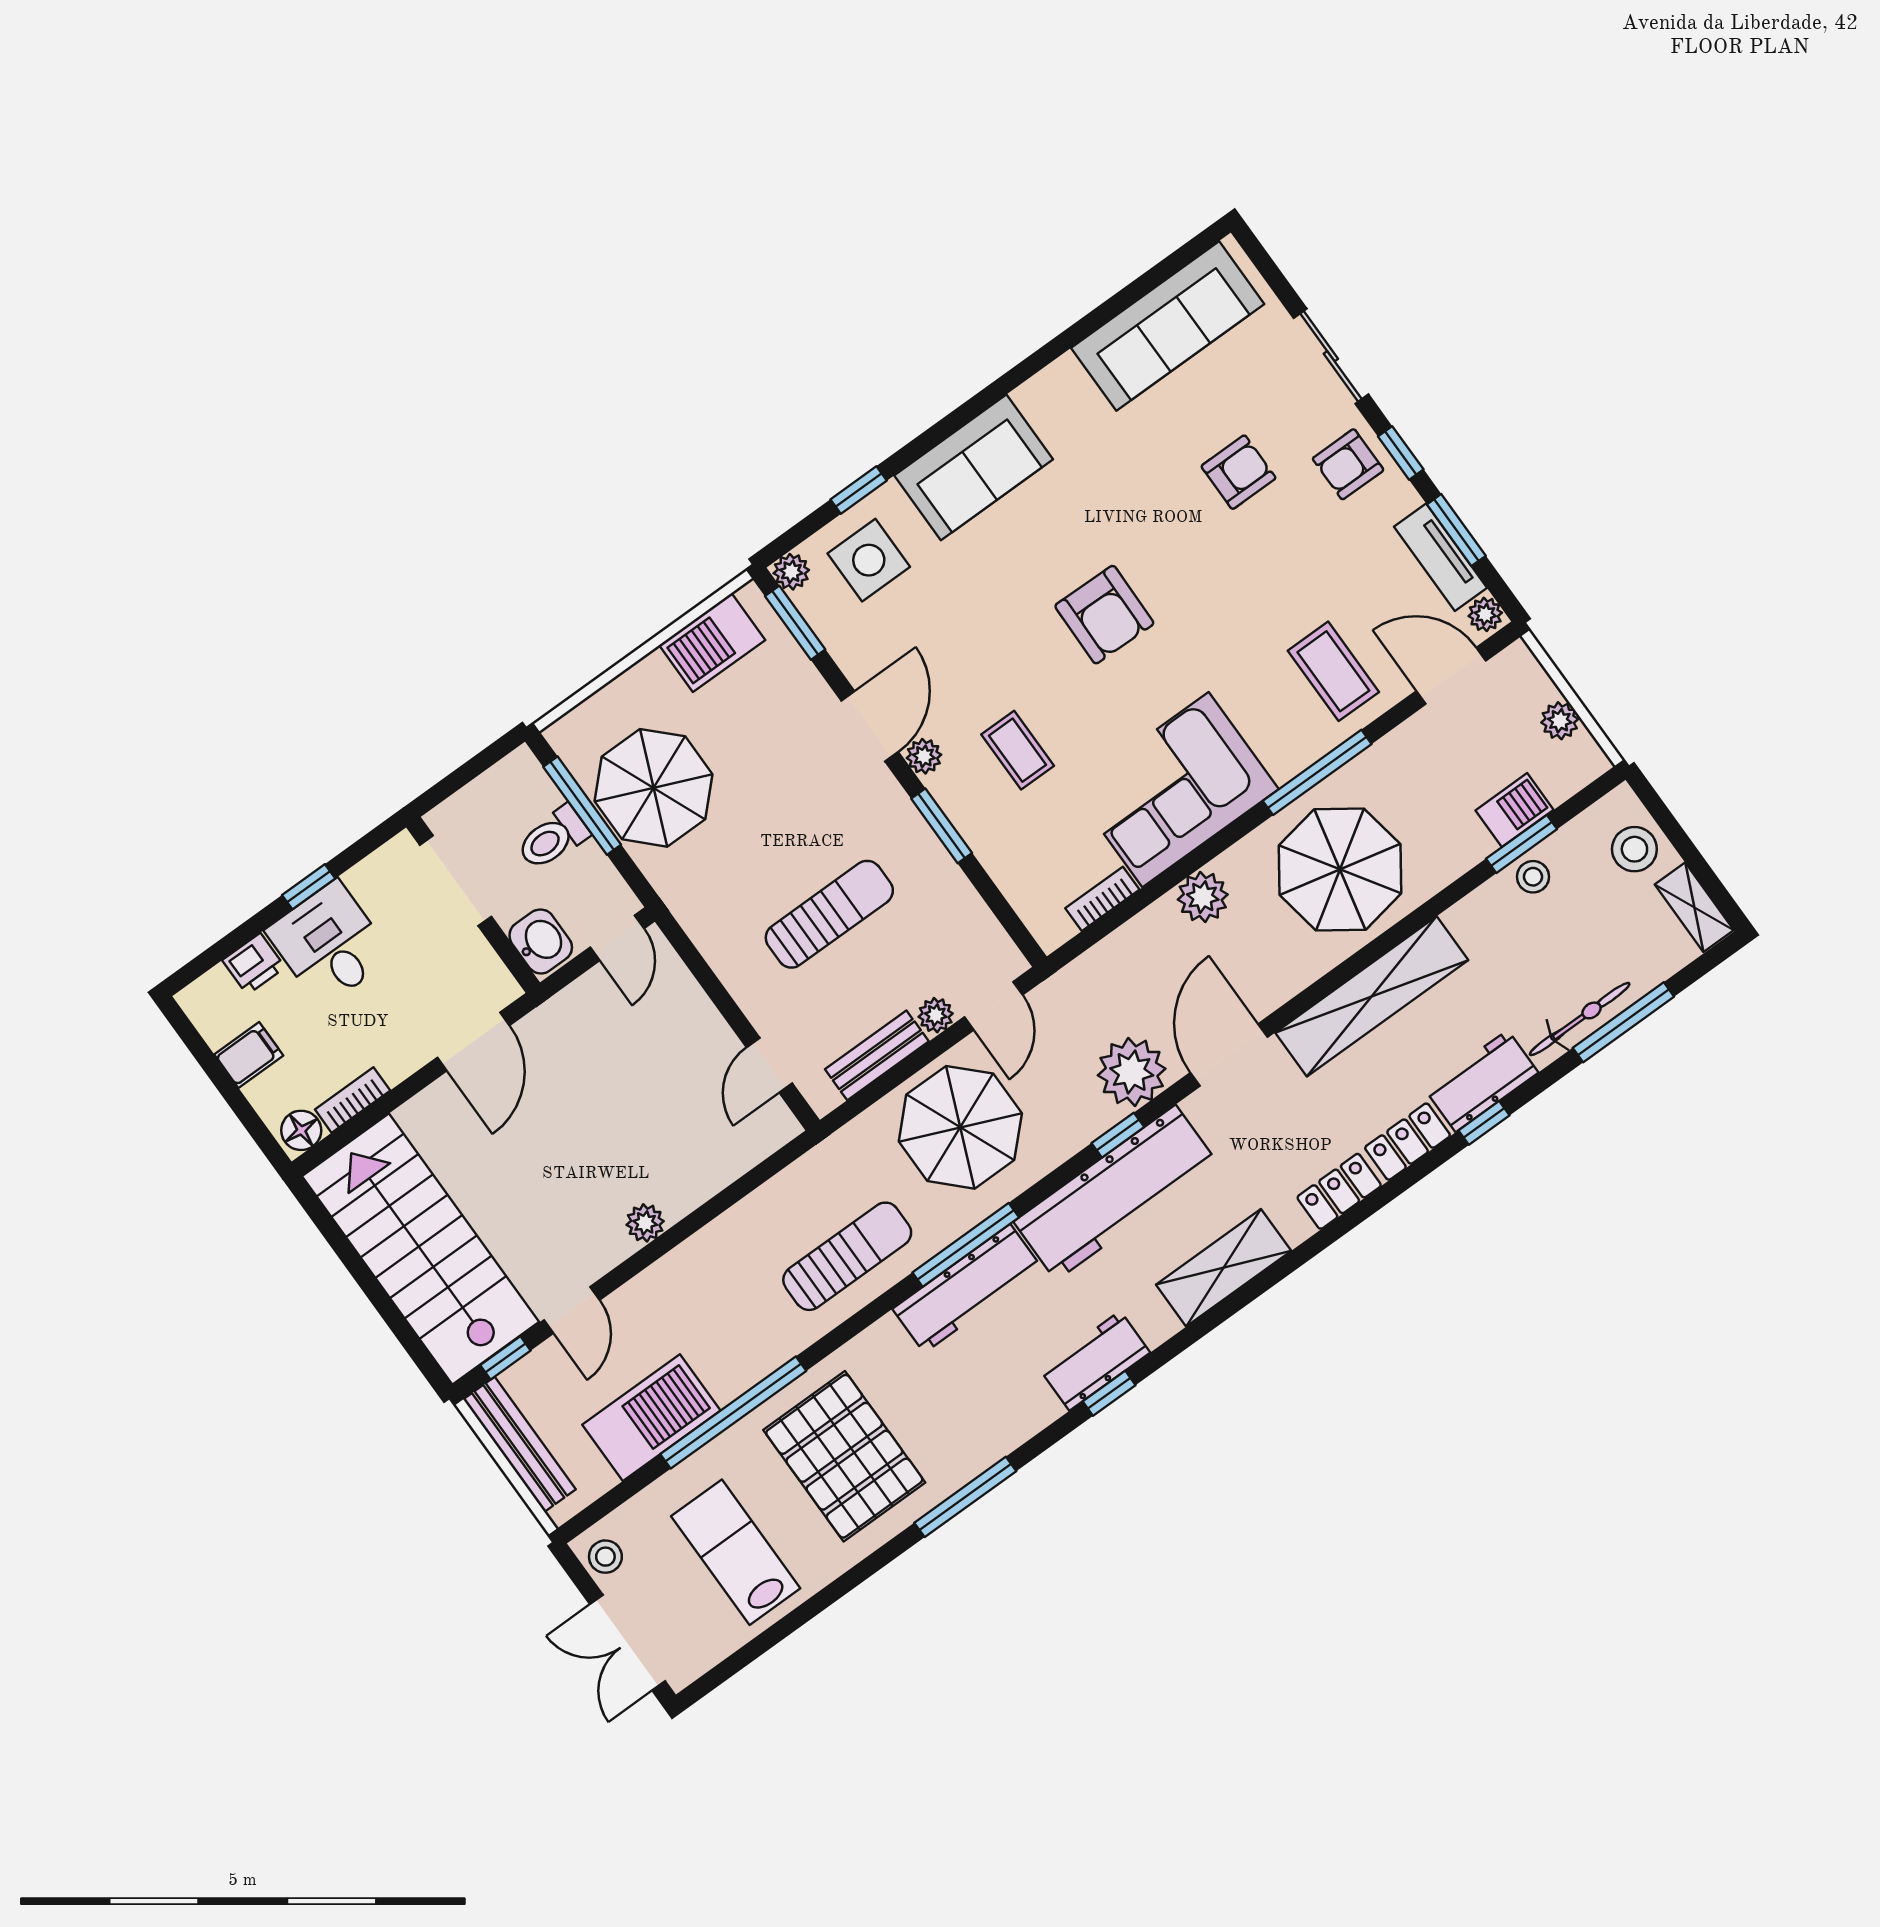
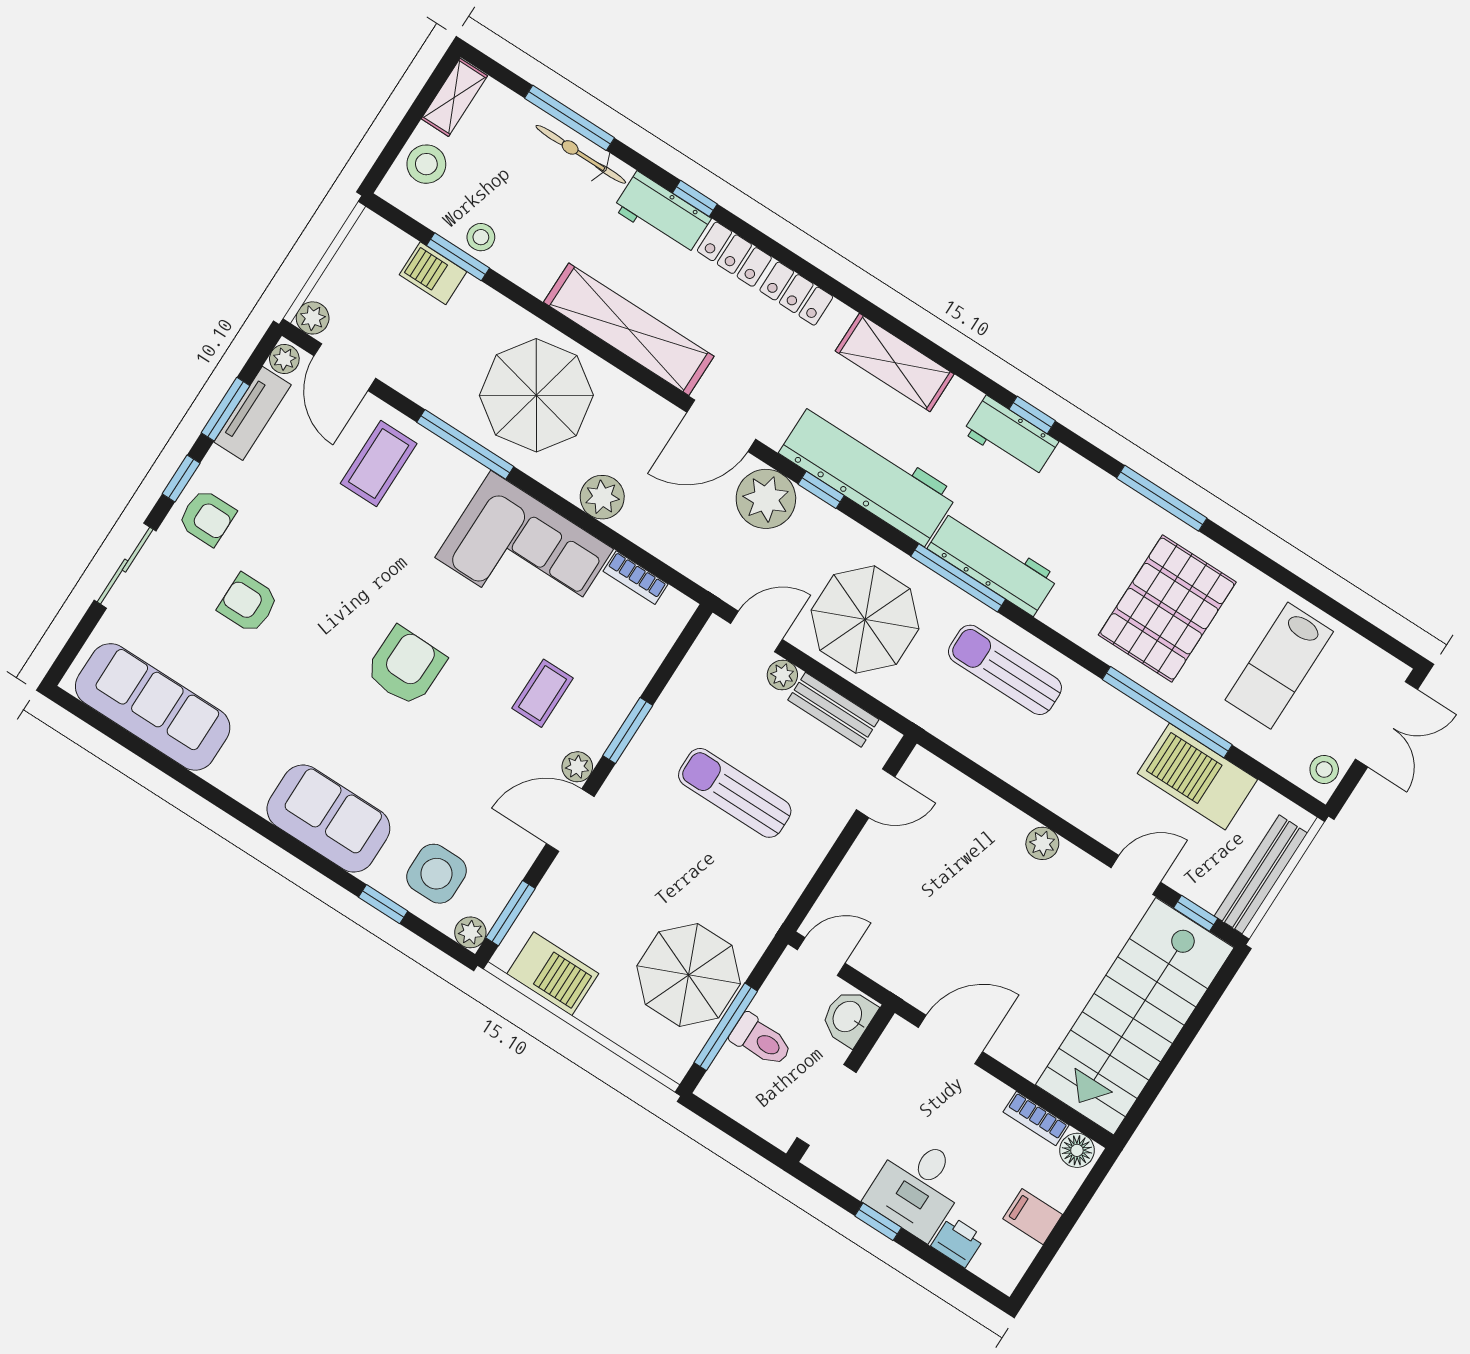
plant: (1560, 721) -> (313, 318), moved

